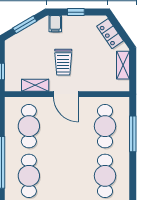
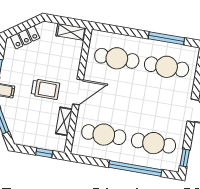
shelving: (123, 65) -> (71, 32), moved
window: (133, 134) -> (166, 38), moved

